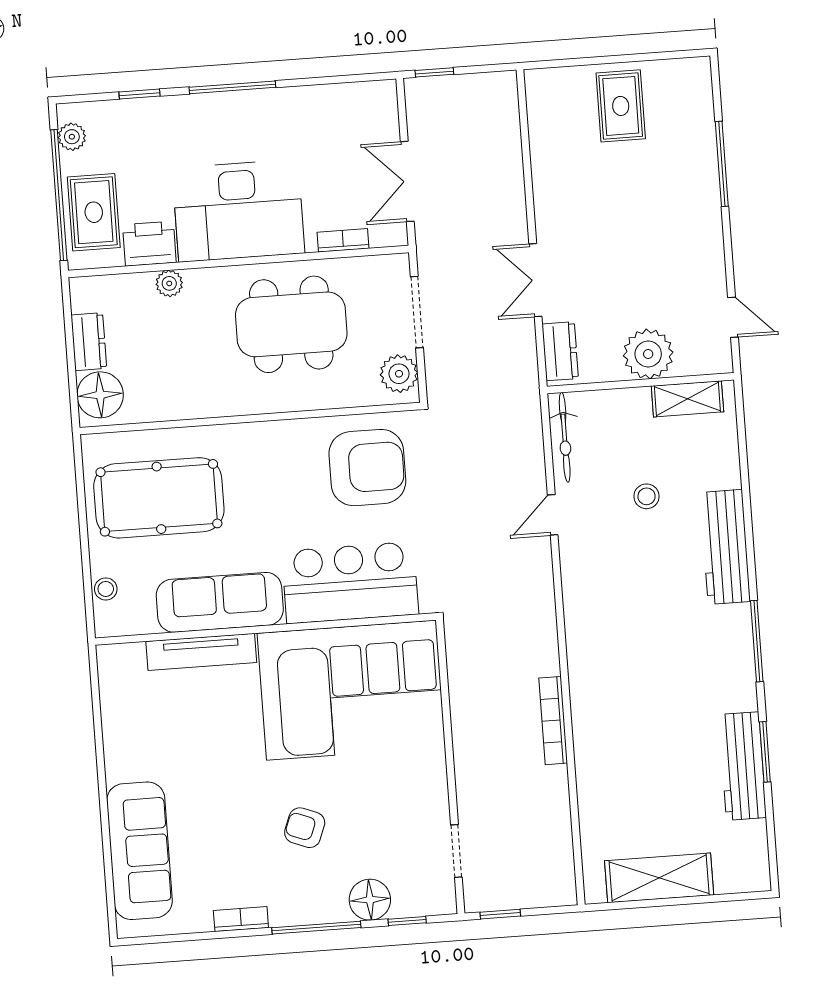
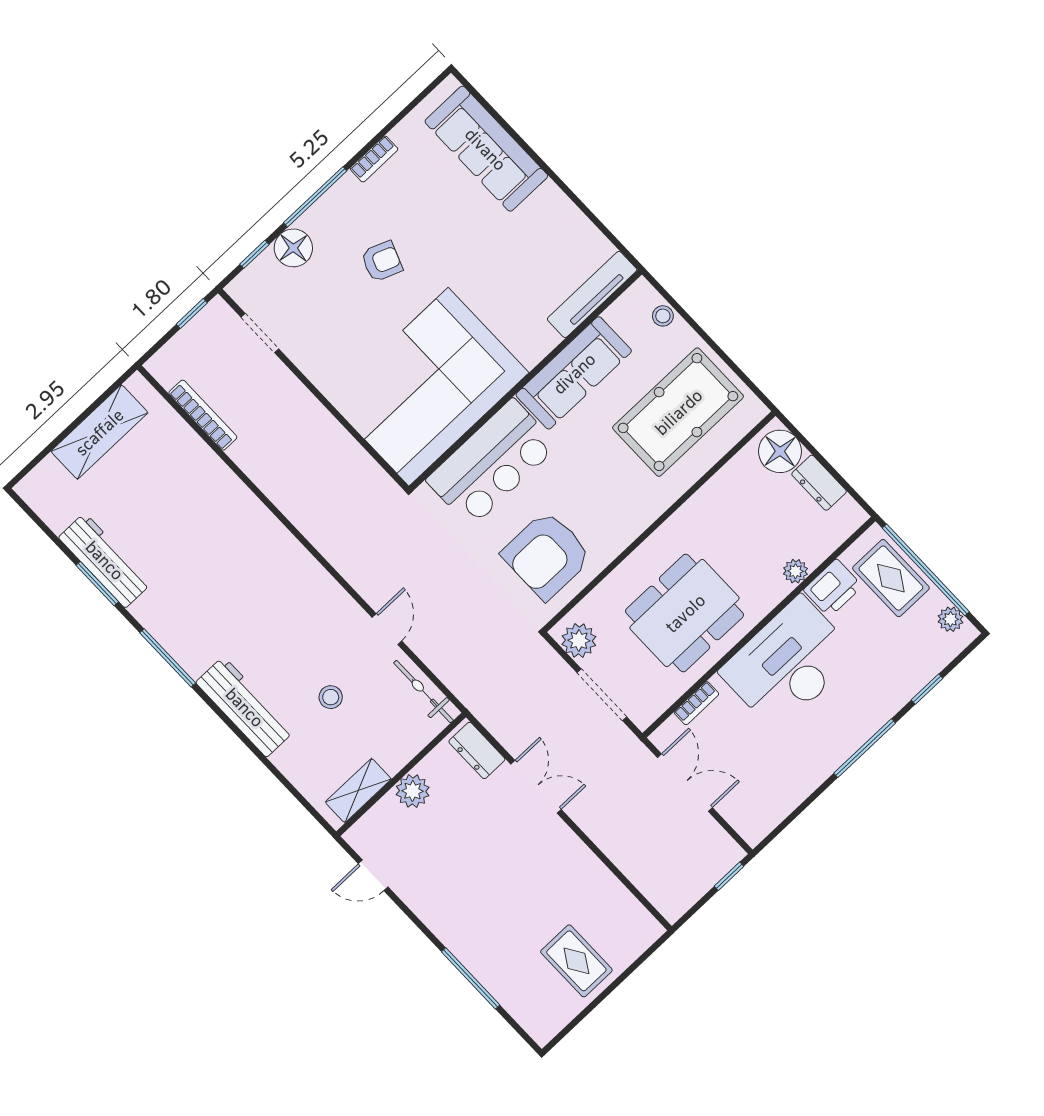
plant: (648, 354) -> (413, 791), width x0.73, depth x0.73
tv unit: (201, 652) -> (592, 295), moved
bookcase: (553, 721) -> (203, 415), moved

